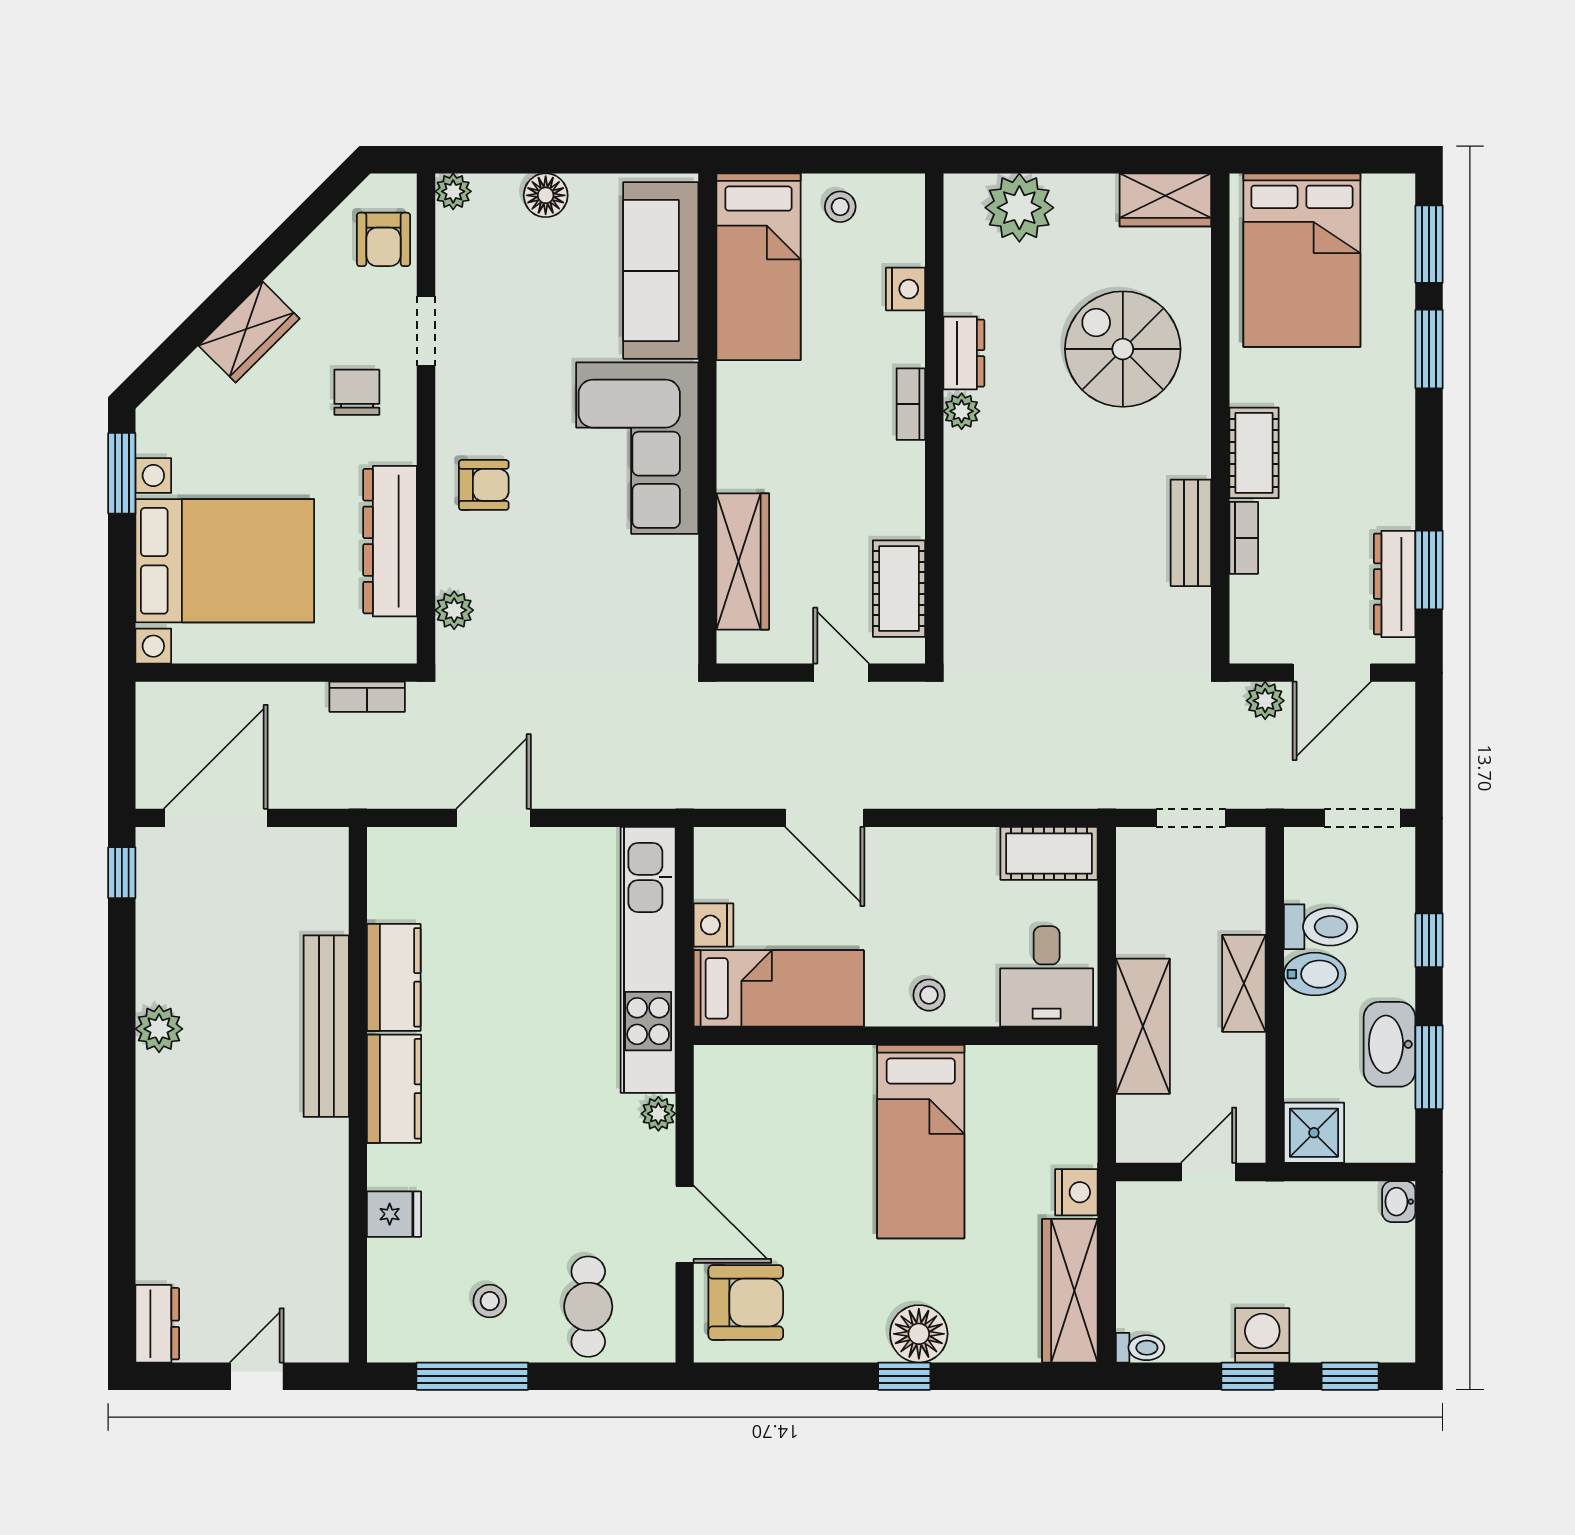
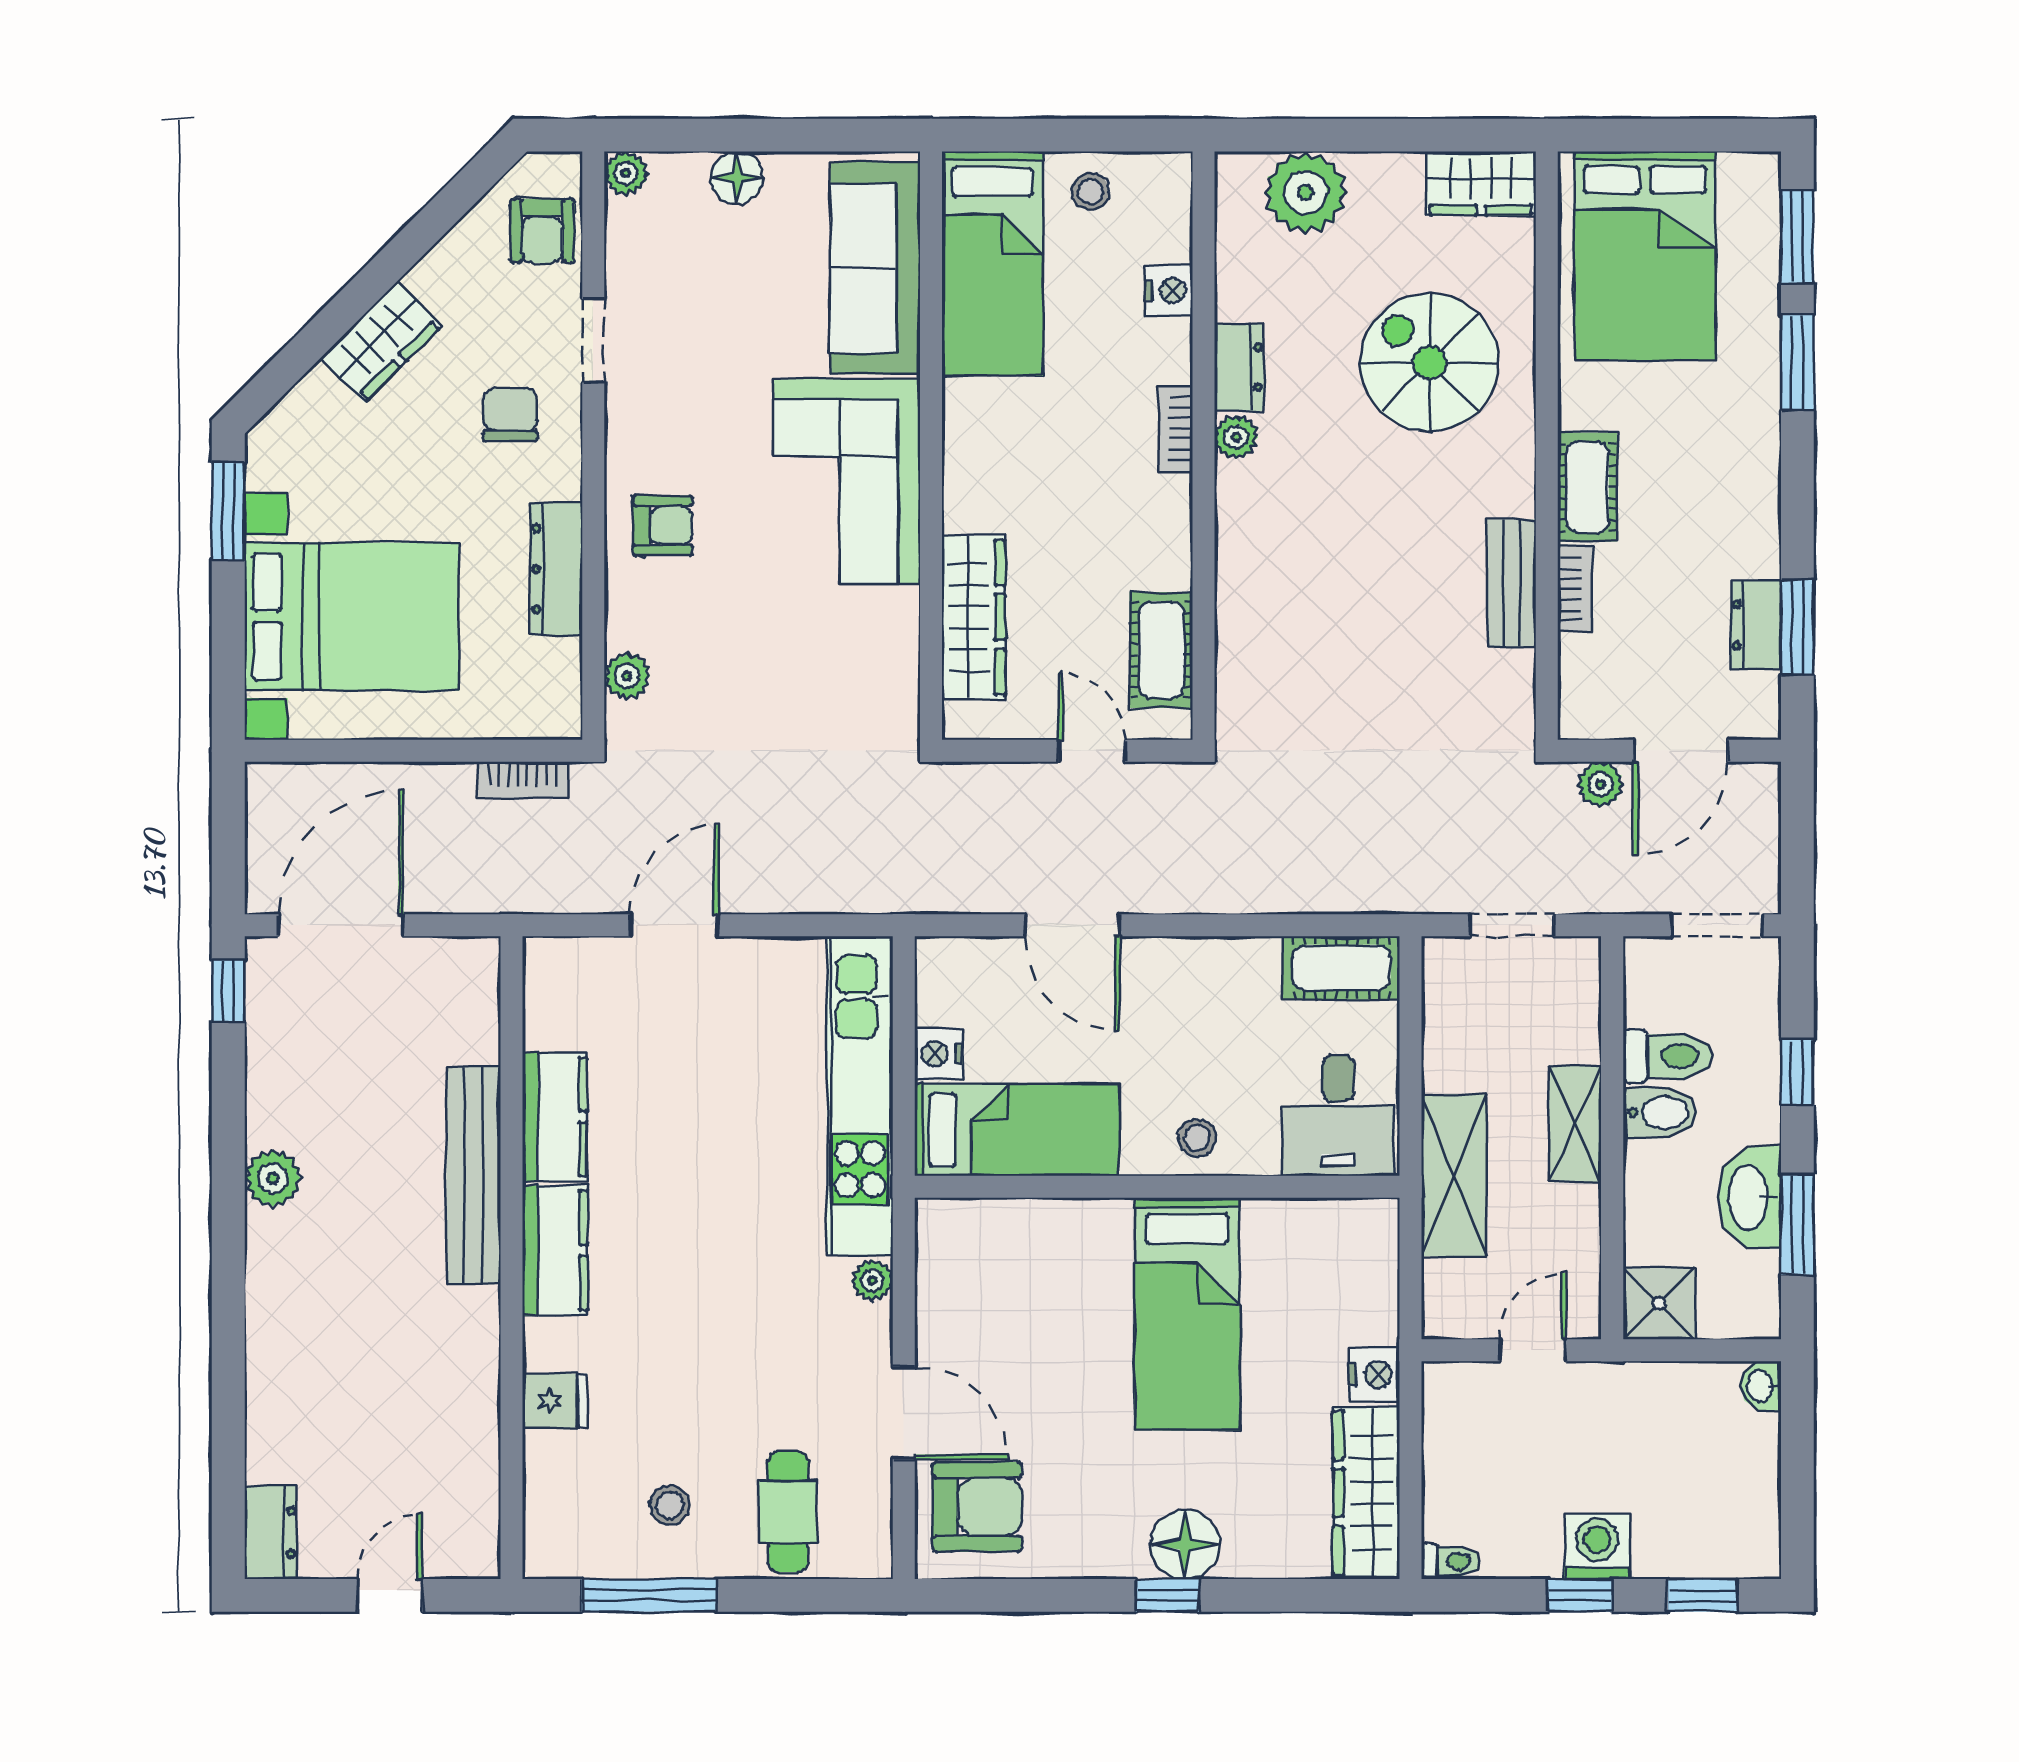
dresser: (390, 541) -> (556, 569), width x0.73, depth x0.80
dresser: (1395, 584) -> (1756, 625), width x0.70

